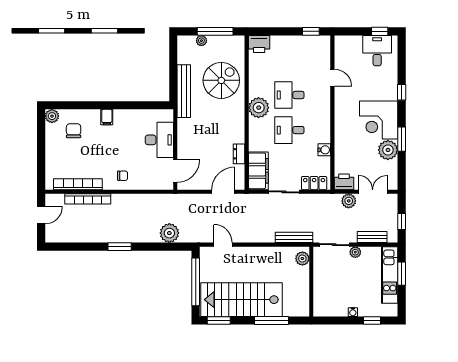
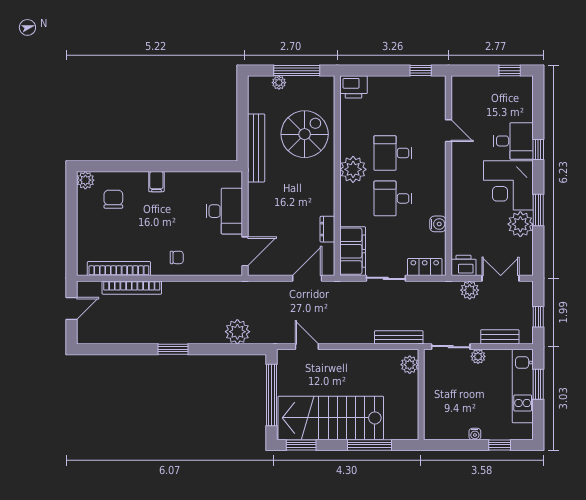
desk: (377, 51) -> (513, 141), moved, turned 90

